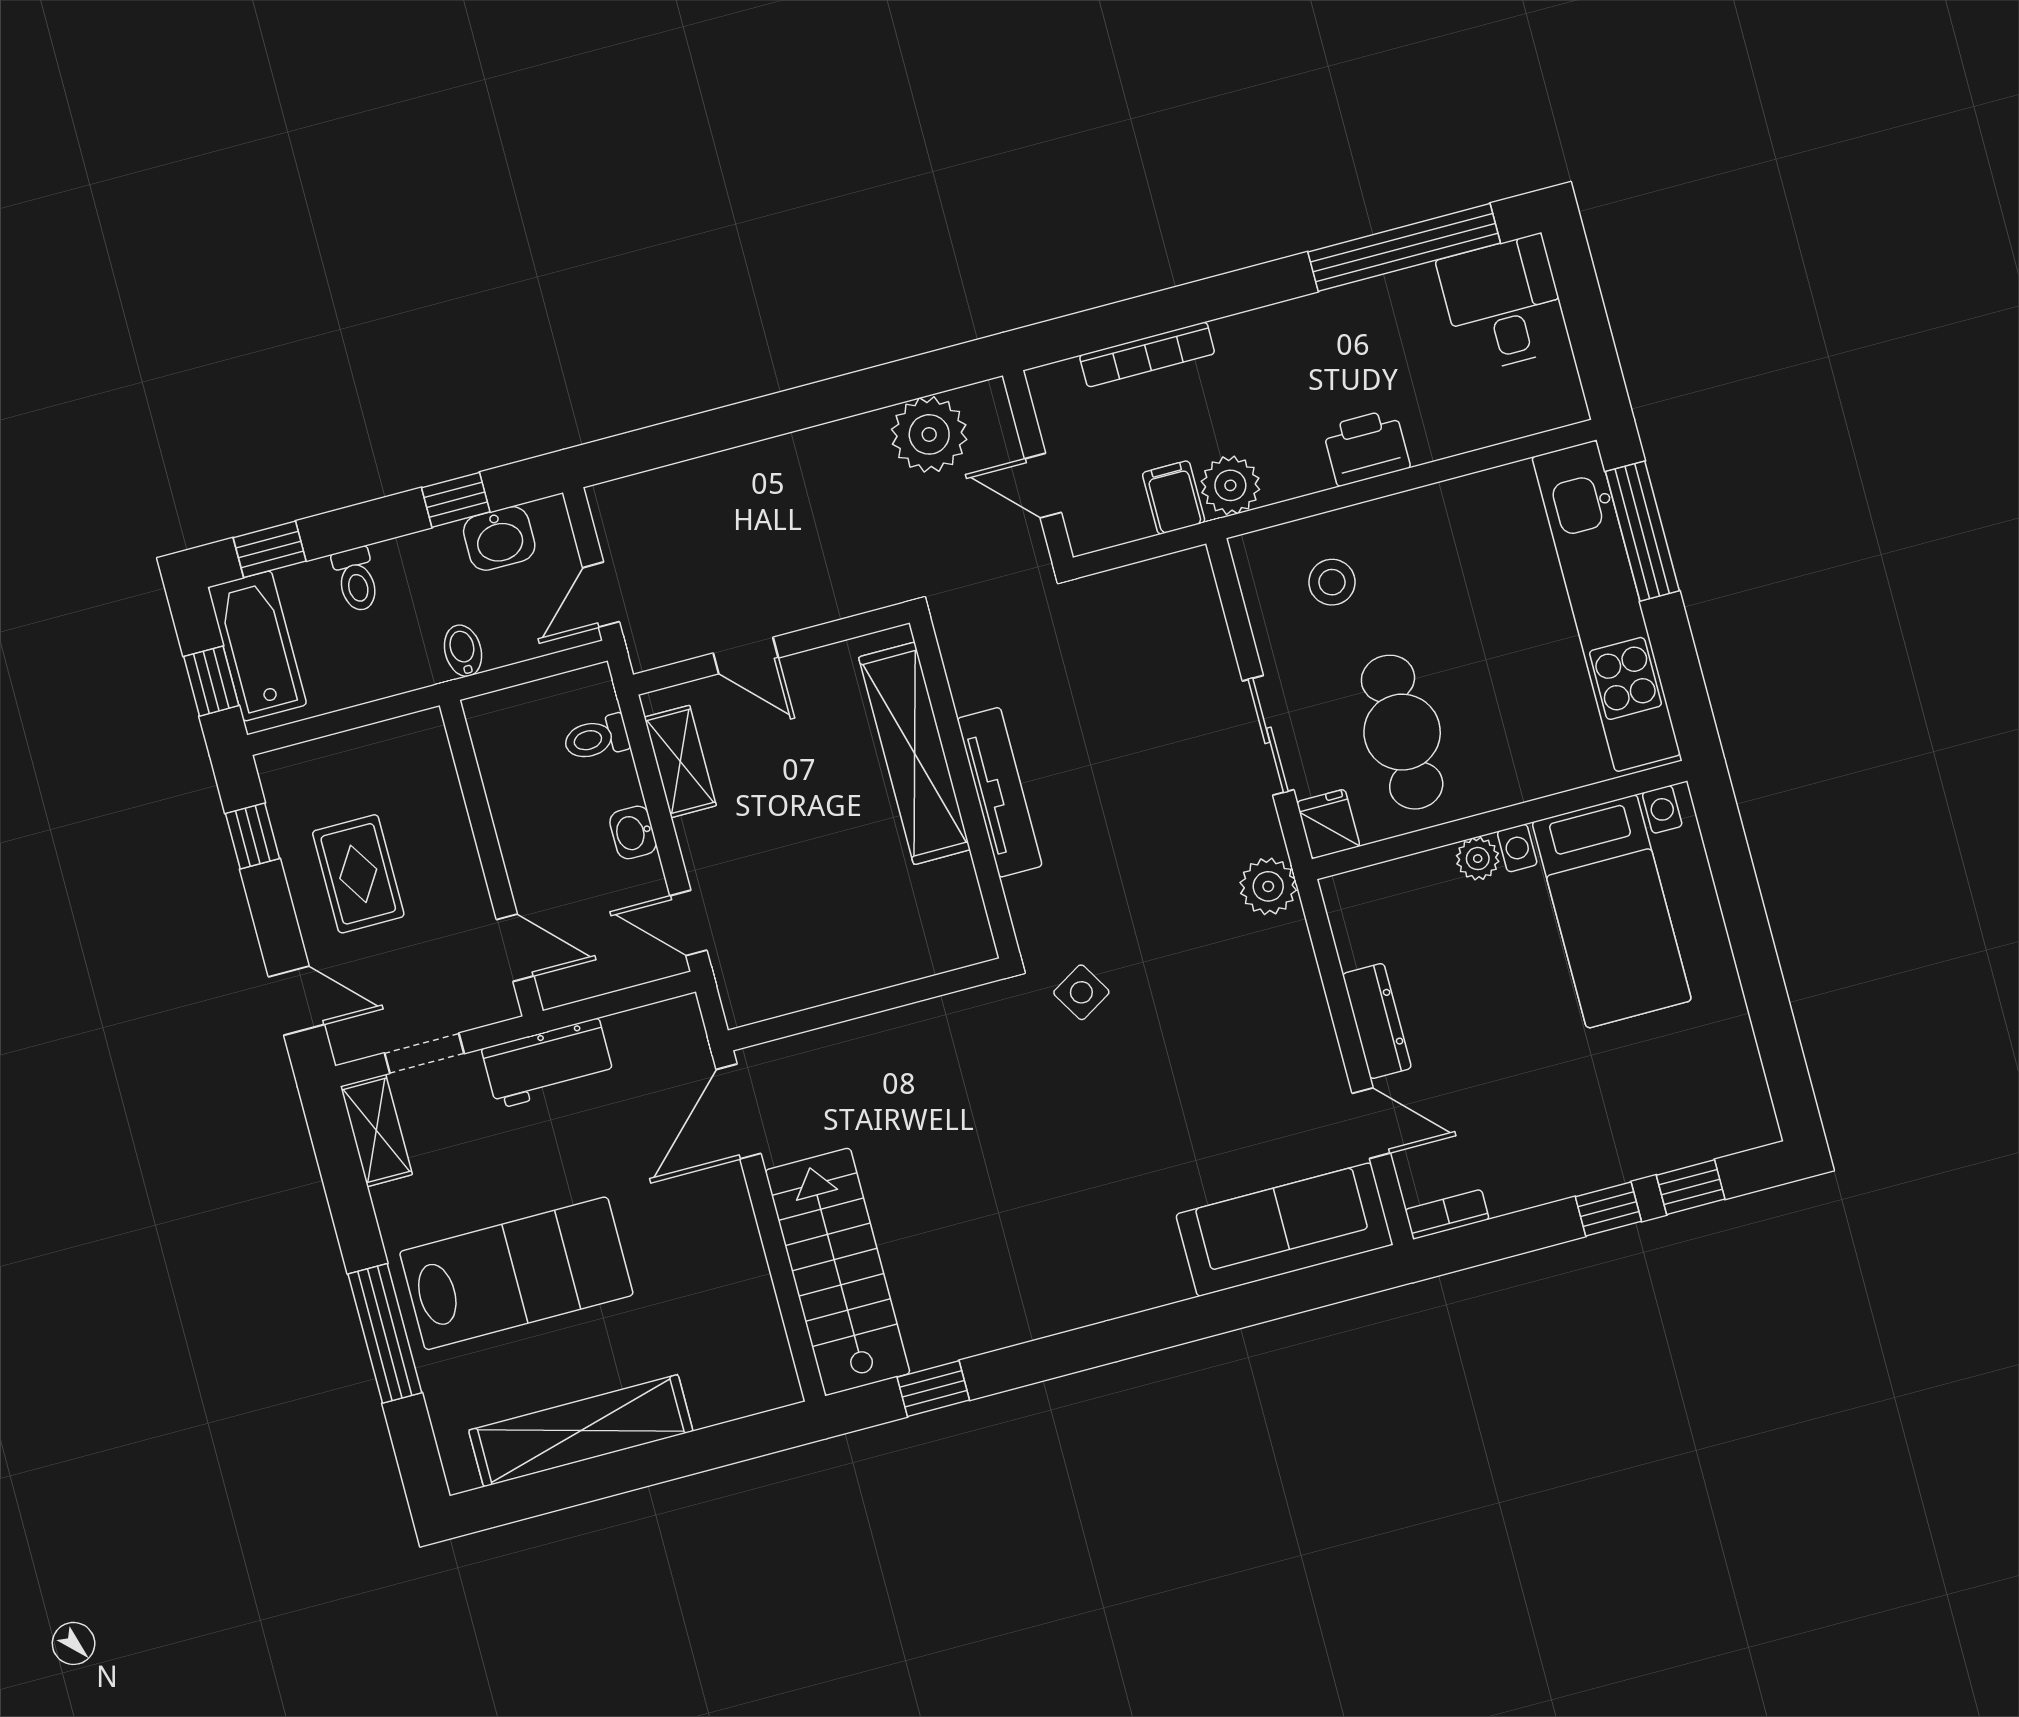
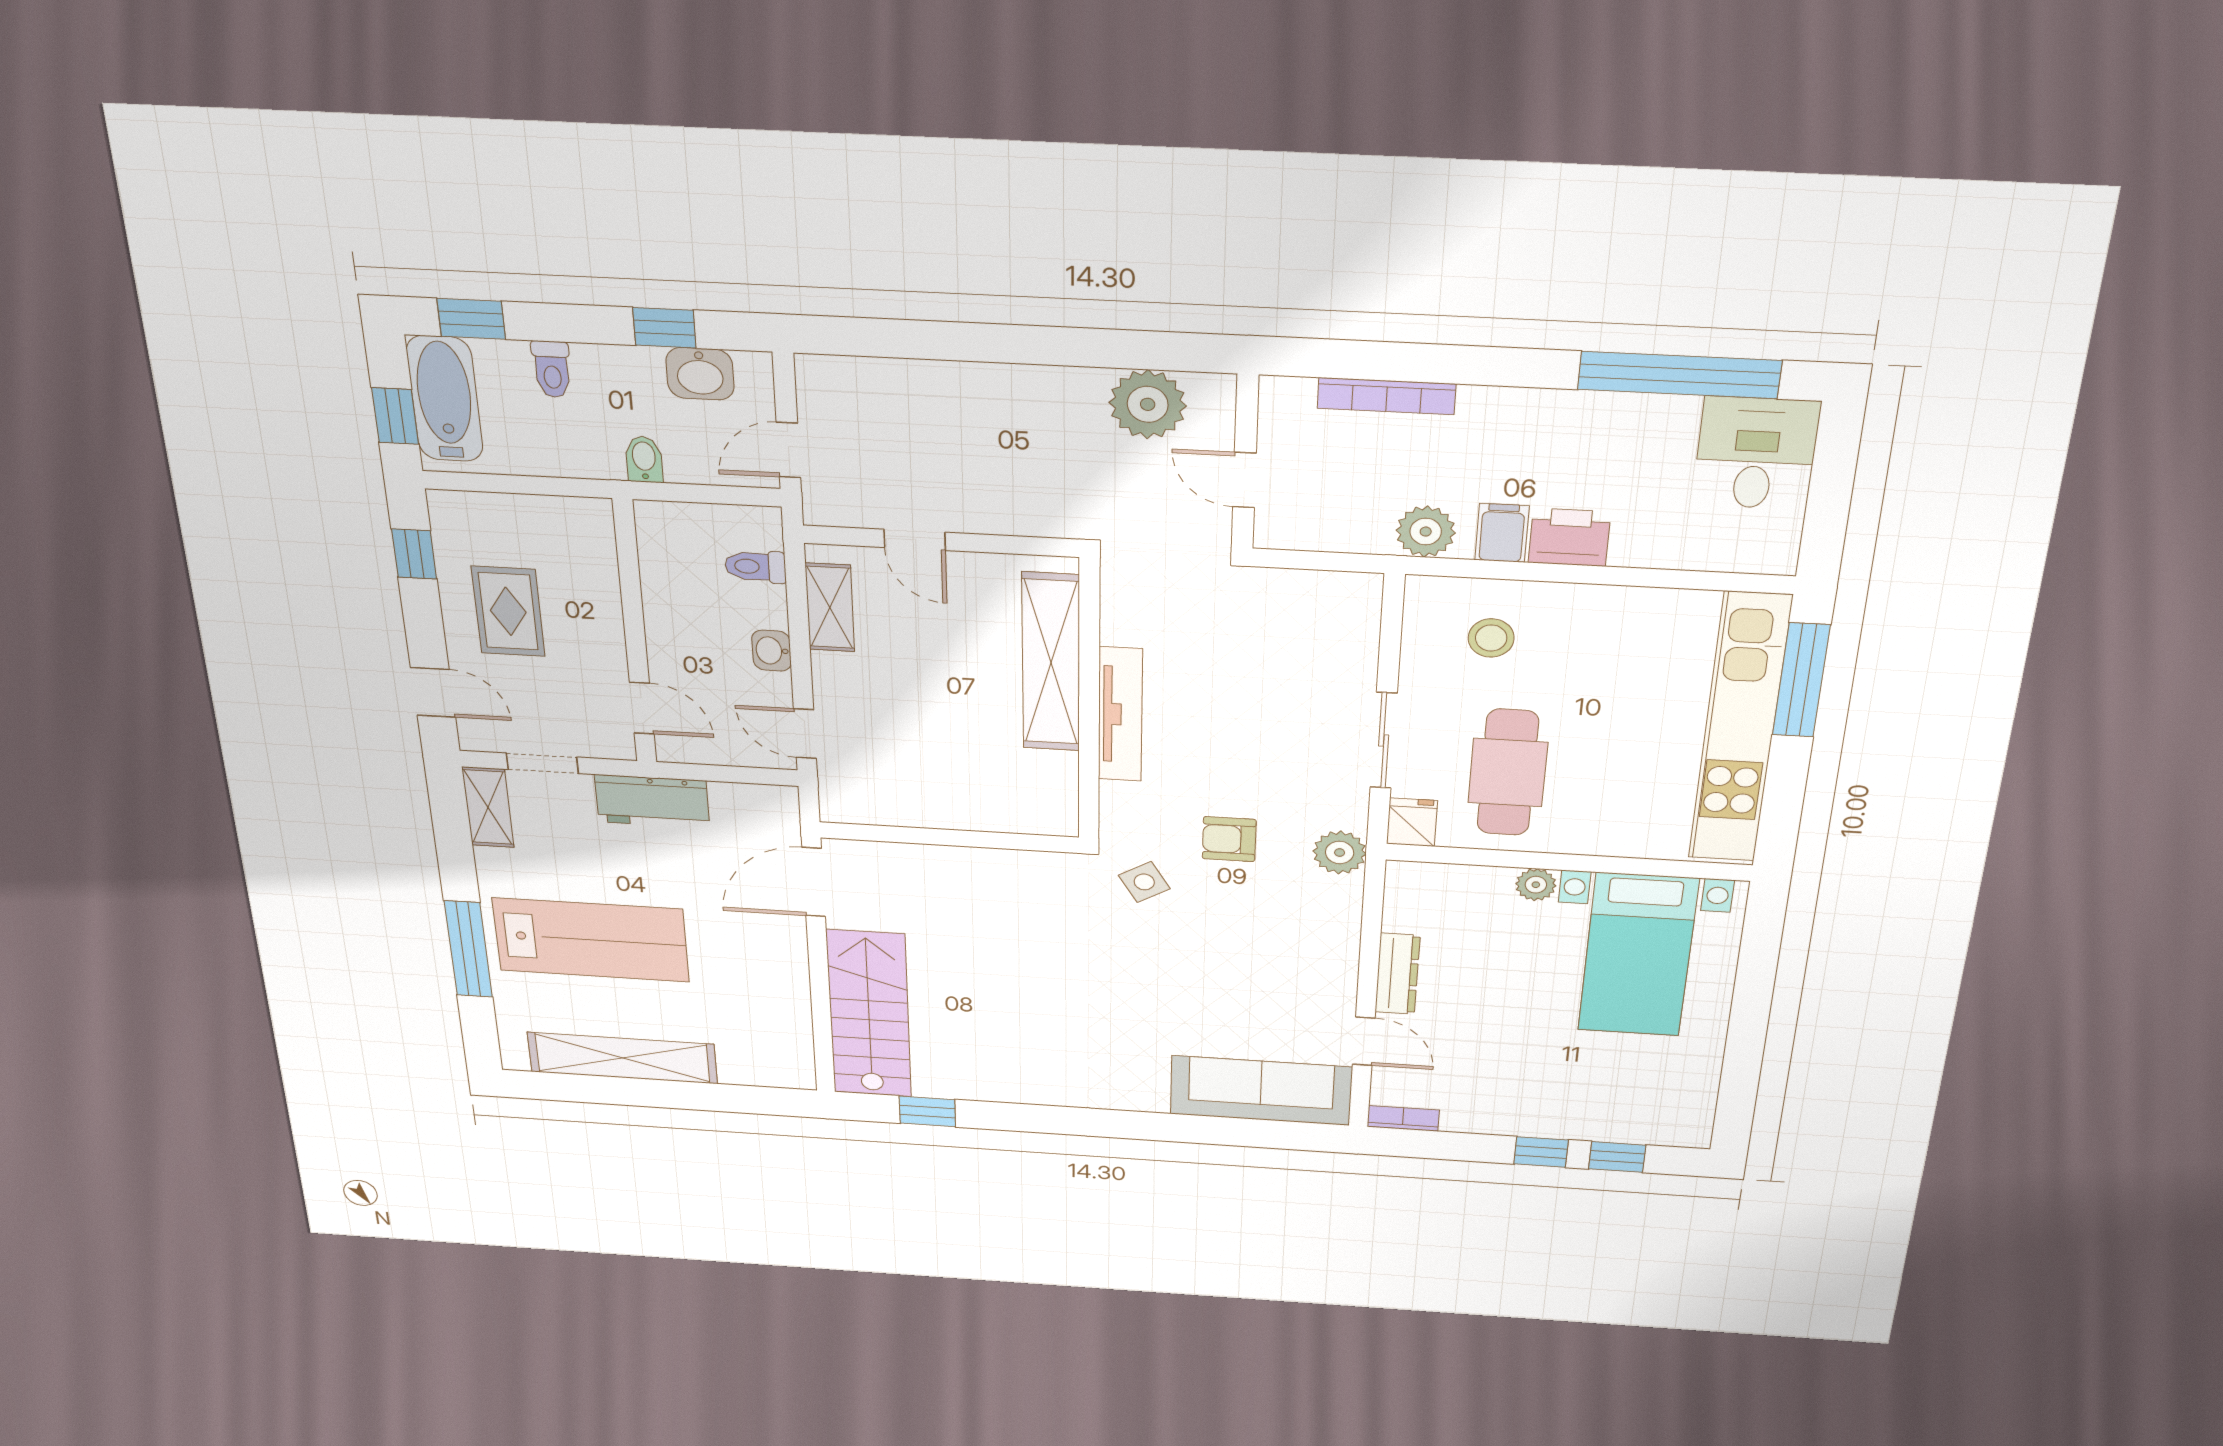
filing cabinet: (1174, 497) -> (1502, 533), moved
armchair: (1152, 908) -> (1229, 839), added

